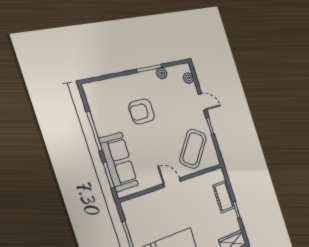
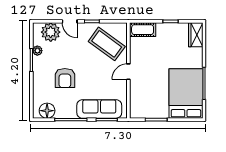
plant: (188, 78) -> (51, 32), width x1.88, depth x1.88
floor lamp: (96, 99) -> (47, 111), added
door: (203, 102) -> (70, 21), swing flipped
cot: (224, 197) -> (143, 30), moved

